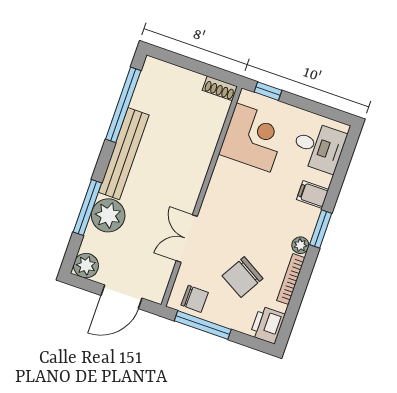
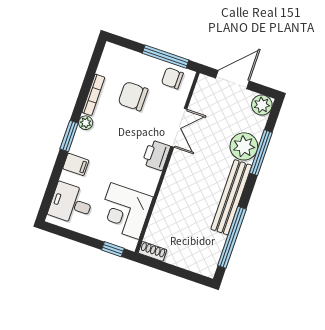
chair: (243, 277) -> (133, 96), turned -120
printer: (267, 325) -> (156, 155), moved, turned 180

